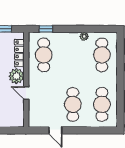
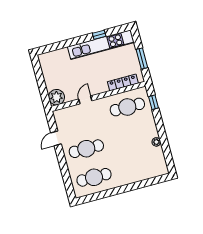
cafe table: (102, 55) -> (143, 164), removed
plant: (16, 76) -> (57, 97), moved

